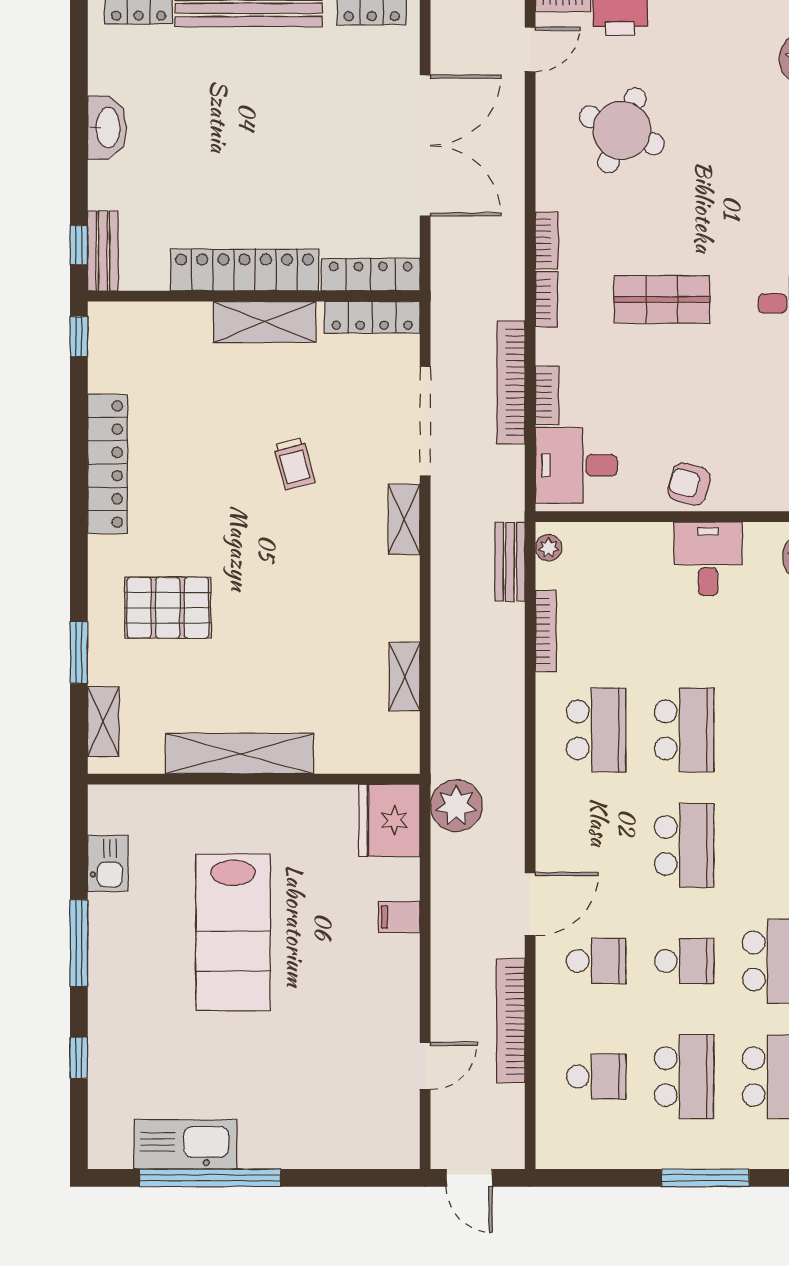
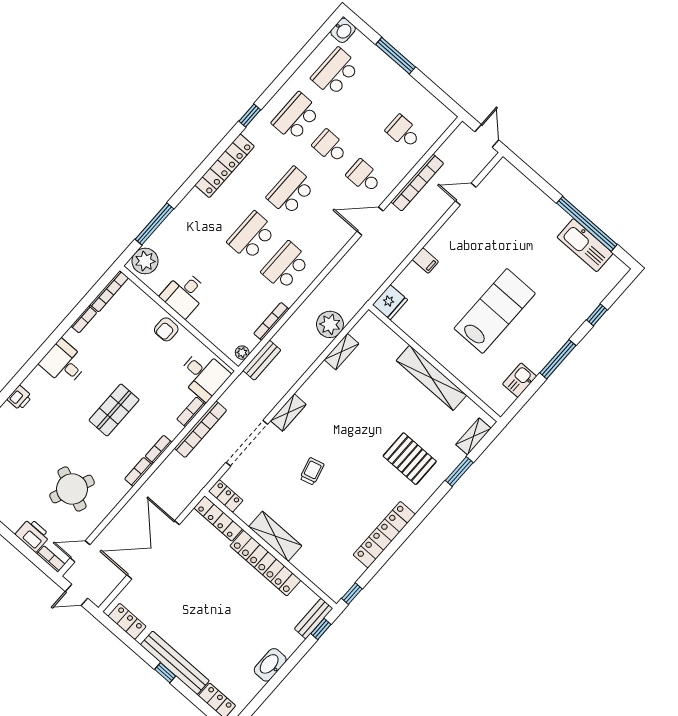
shop shelf: (662, 300) -> (114, 410), turned 90
locker: (372, 317) -> (226, 496), width x0.66
armchair: (689, 484) -> (166, 329), turned 75
plant: (456, 806) -> (330, 324), moved
fridge: (389, 820) -> (390, 302), width x0.73, depth x0.75
school desk: (684, 1077) -> (369, 102), removed

